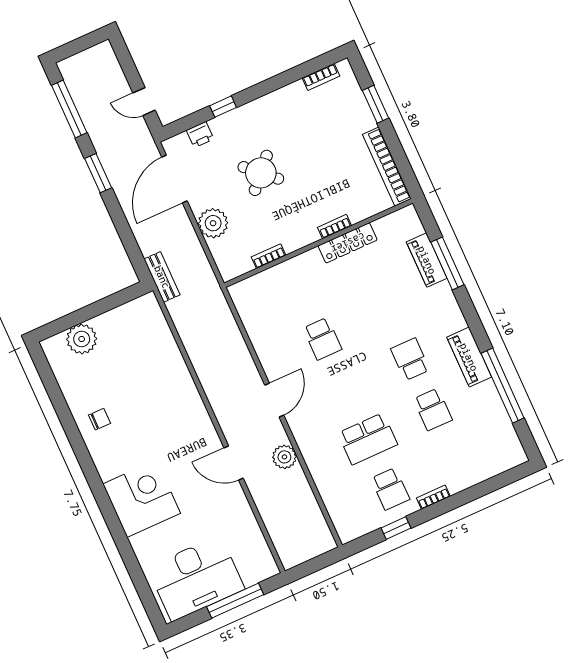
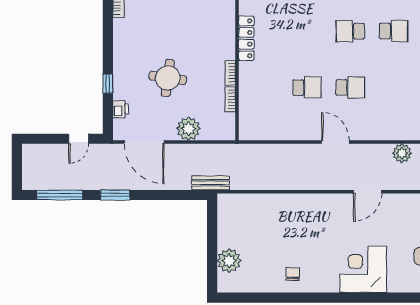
round table: (261, 173) -> (168, 78), turned -35
bookcase: (335, 227) -> (230, 73), moved
school desk: (368, 439) -> (350, 87), moved, width x0.54
plant: (284, 457) -> (402, 153), moved

